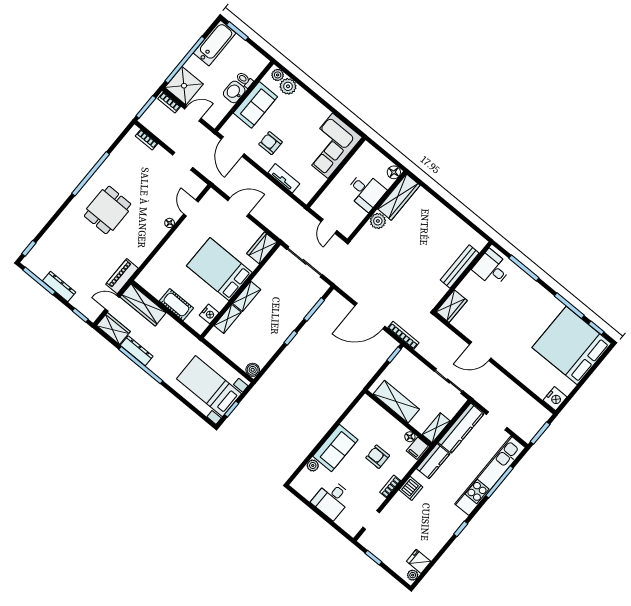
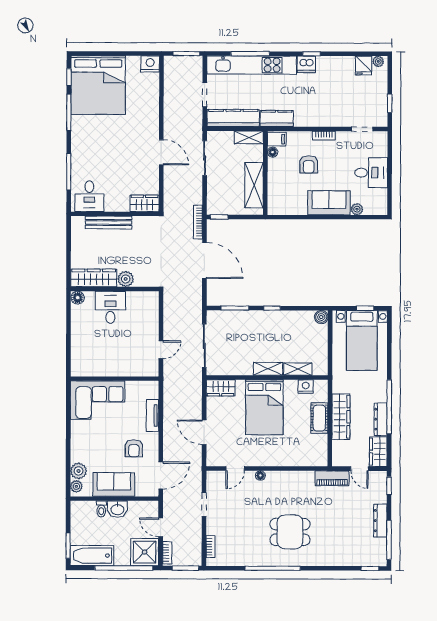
floor lamp: (394, 172) -> (78, 298), moved
desk: (366, 191) -> (110, 307), moved
wardrobe: (399, 197) -> (94, 278), moved
wall: (377, 206) -> (115, 289), moved
plant: (378, 221) -> (126, 279), moved
wardrobe: (143, 305) -> (341, 417), moved
dishwasher: (411, 488) -> (306, 64), moved, turned 180

